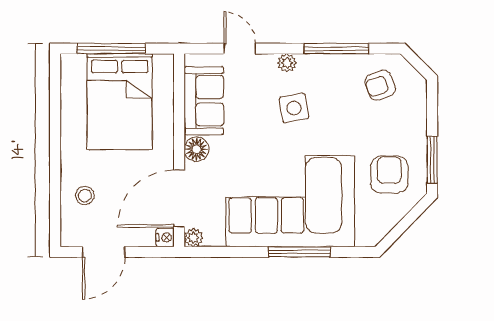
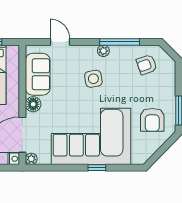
plant: (287, 63) -> (103, 51), moved
armchair: (389, 175) -> (152, 120), turned 180
window: (299, 252) -> (97, 168), width x0.46

